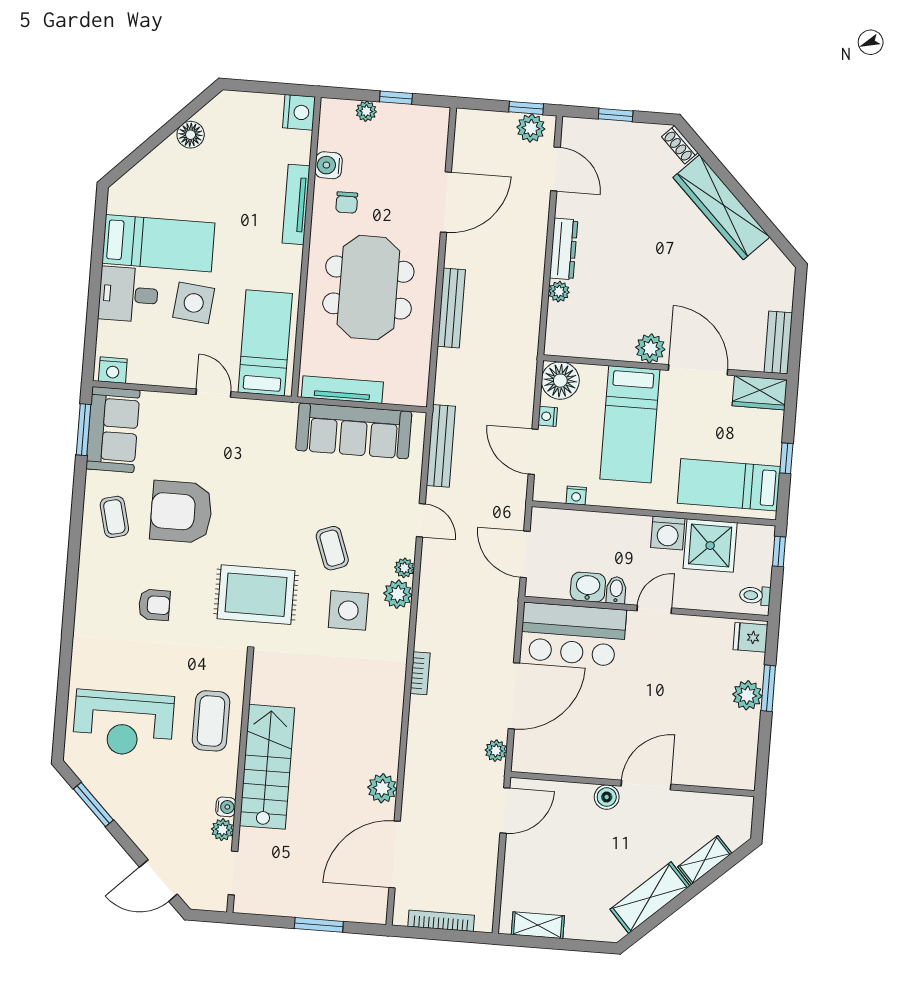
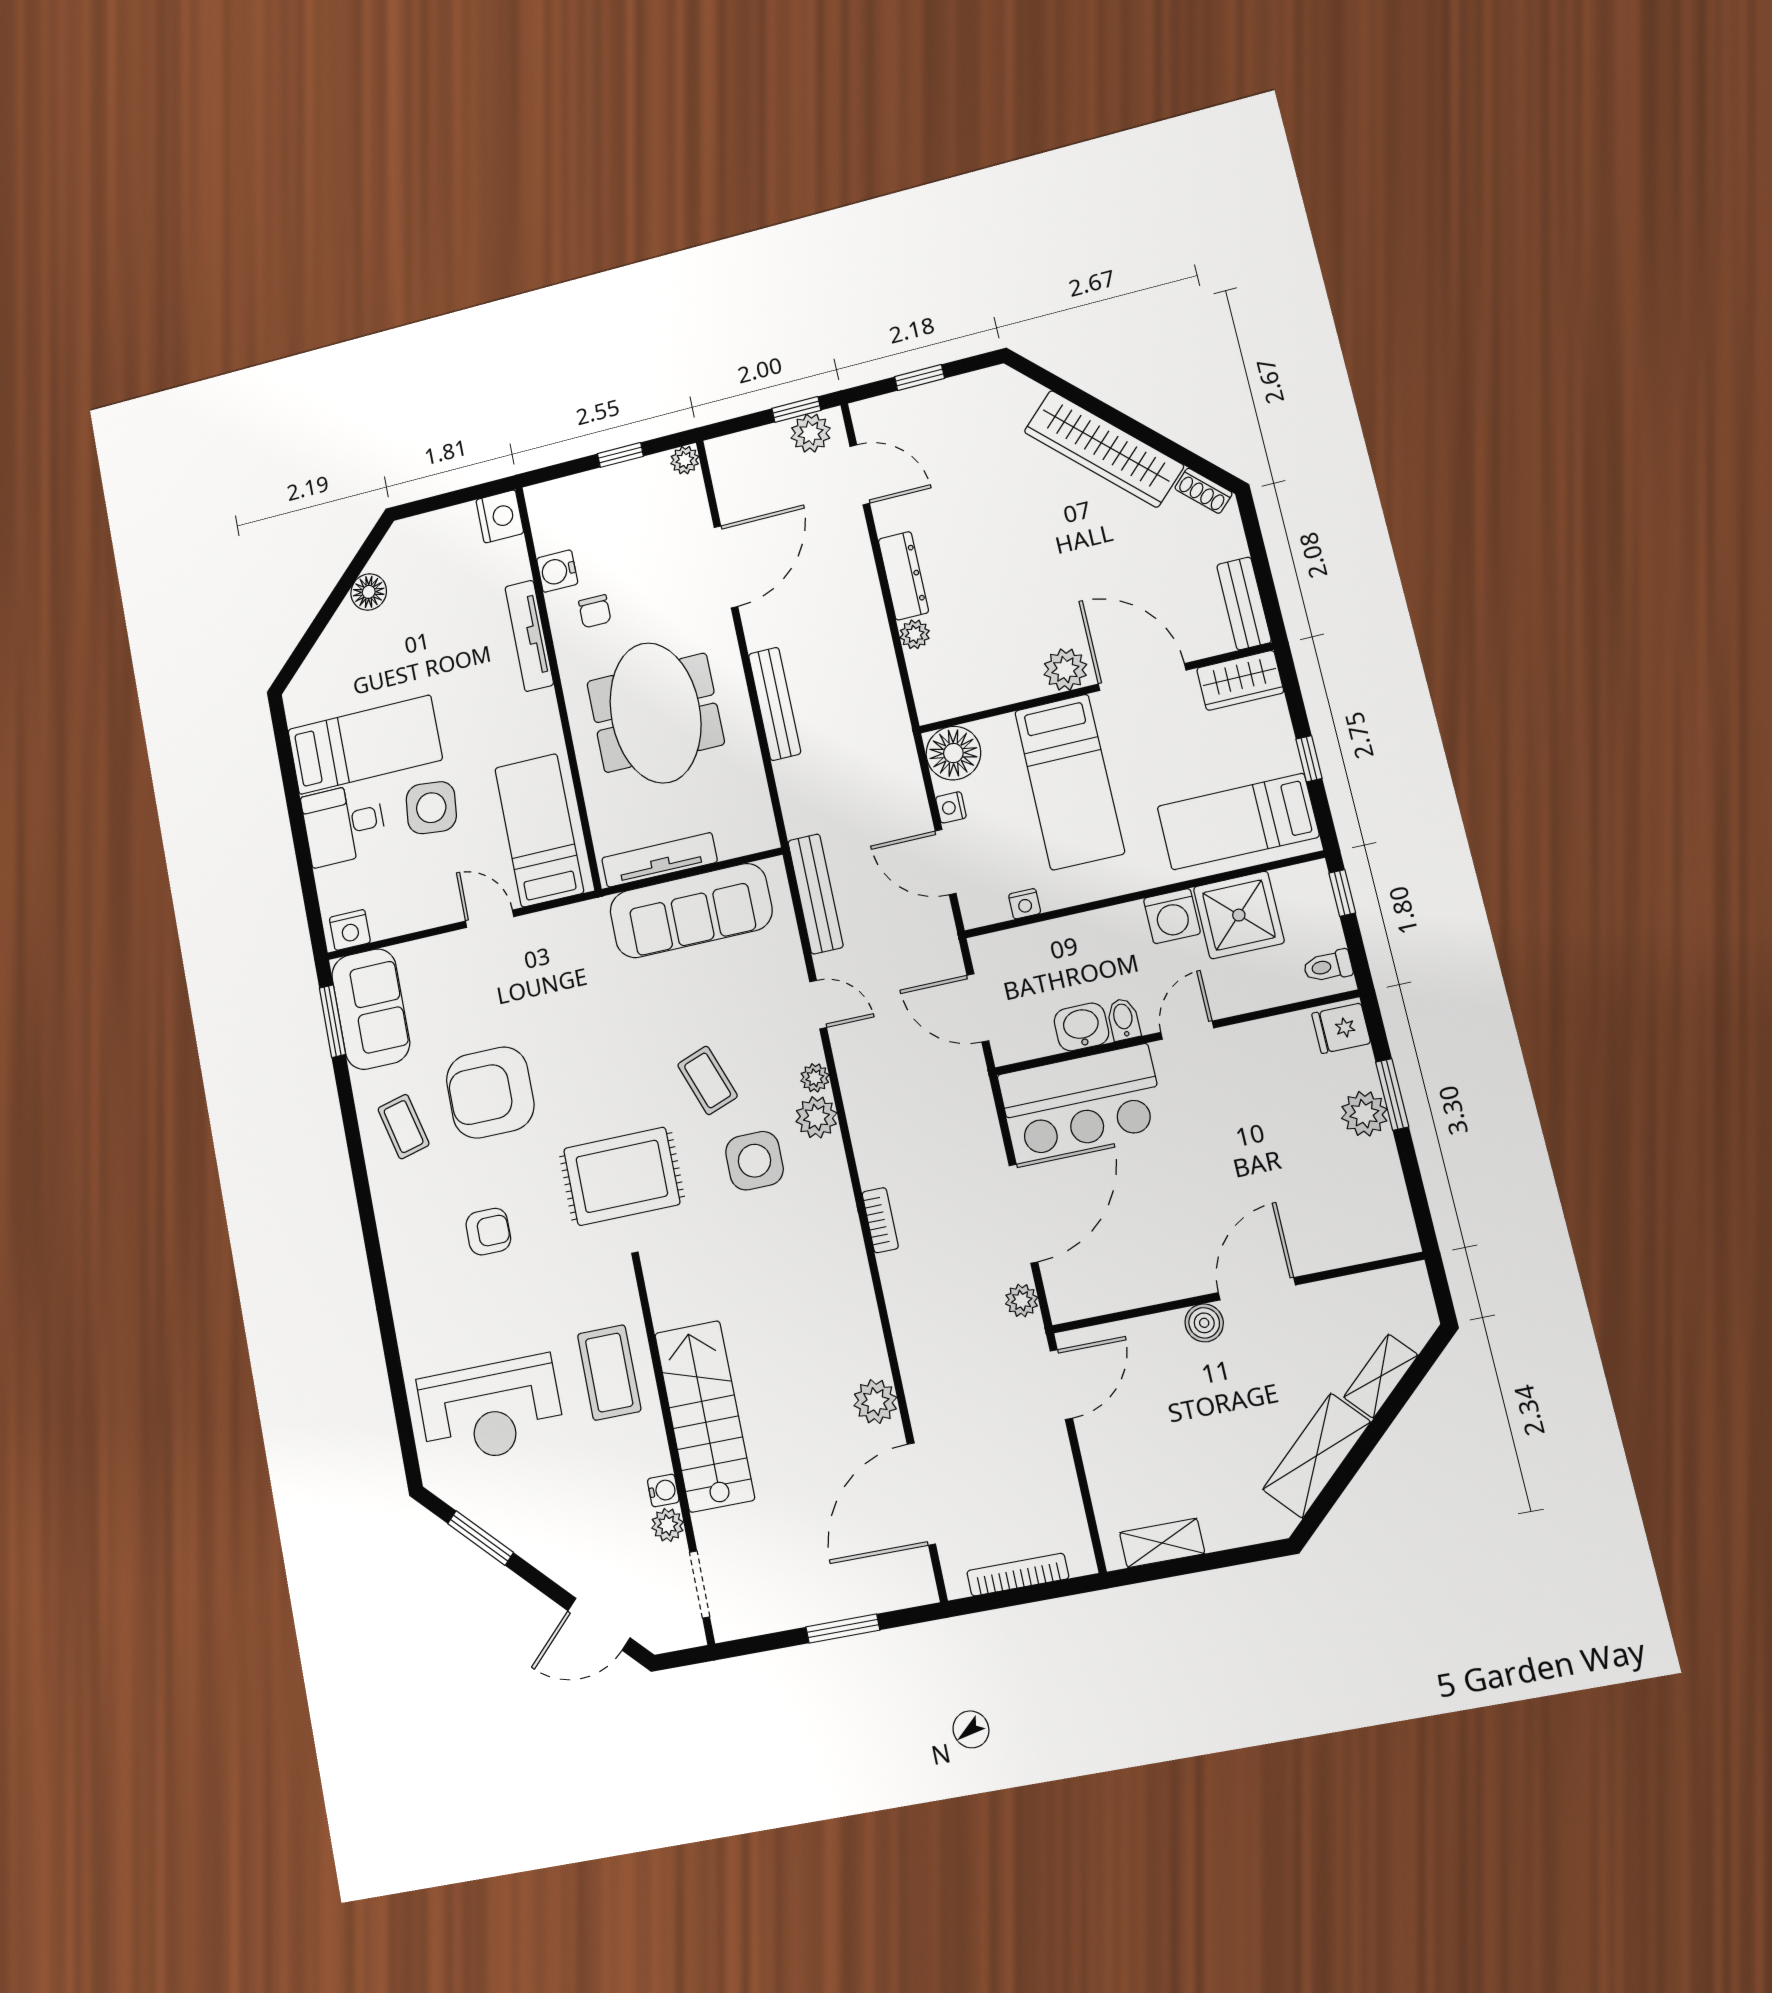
plant: (366, 111) -> (685, 460), moved
shoe rack: (680, 145) -> (1203, 491), moved

